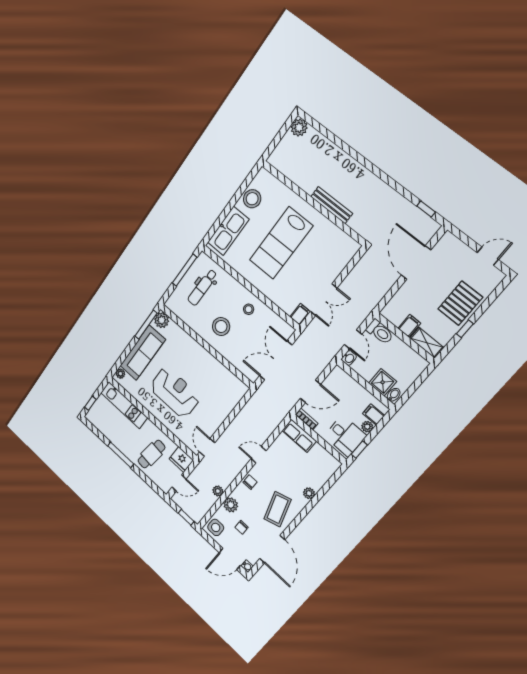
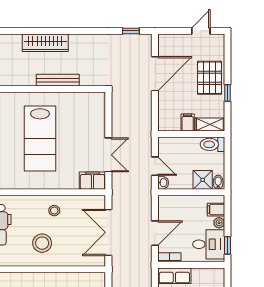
wardrobe: (346, 165) -> (45, 43), added
door: (416, 263) -> (155, 74), swing flipped
filing cabinet: (300, 314) -> (92, 181), width x2.00
toilet: (380, 332) -> (213, 144), moved, turned 180

